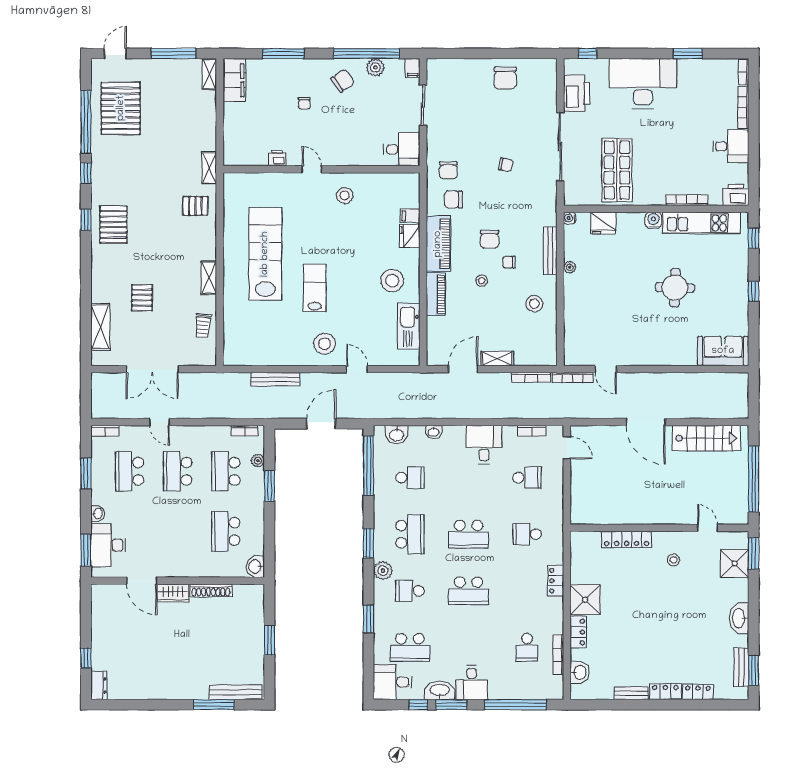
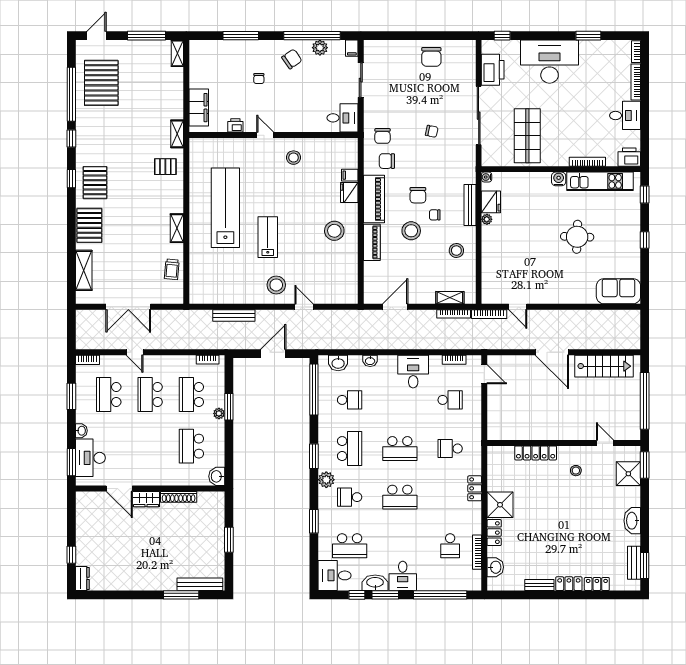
filing cabinet: (234, 80) -> (199, 108), moved
fridge: (603, 223) -> (491, 202), moved, turned -90
stool: (482, 281) -> (411, 231), width x1.89, depth x1.89
pallet: (142, 298) -> (89, 225), moved, width x1.50, depth x1.42
kitchen sink: (409, 326) -> (348, 270), removed
shelving: (497, 359) -> (450, 298), moved
plant: (258, 461) -> (219, 413), moved

